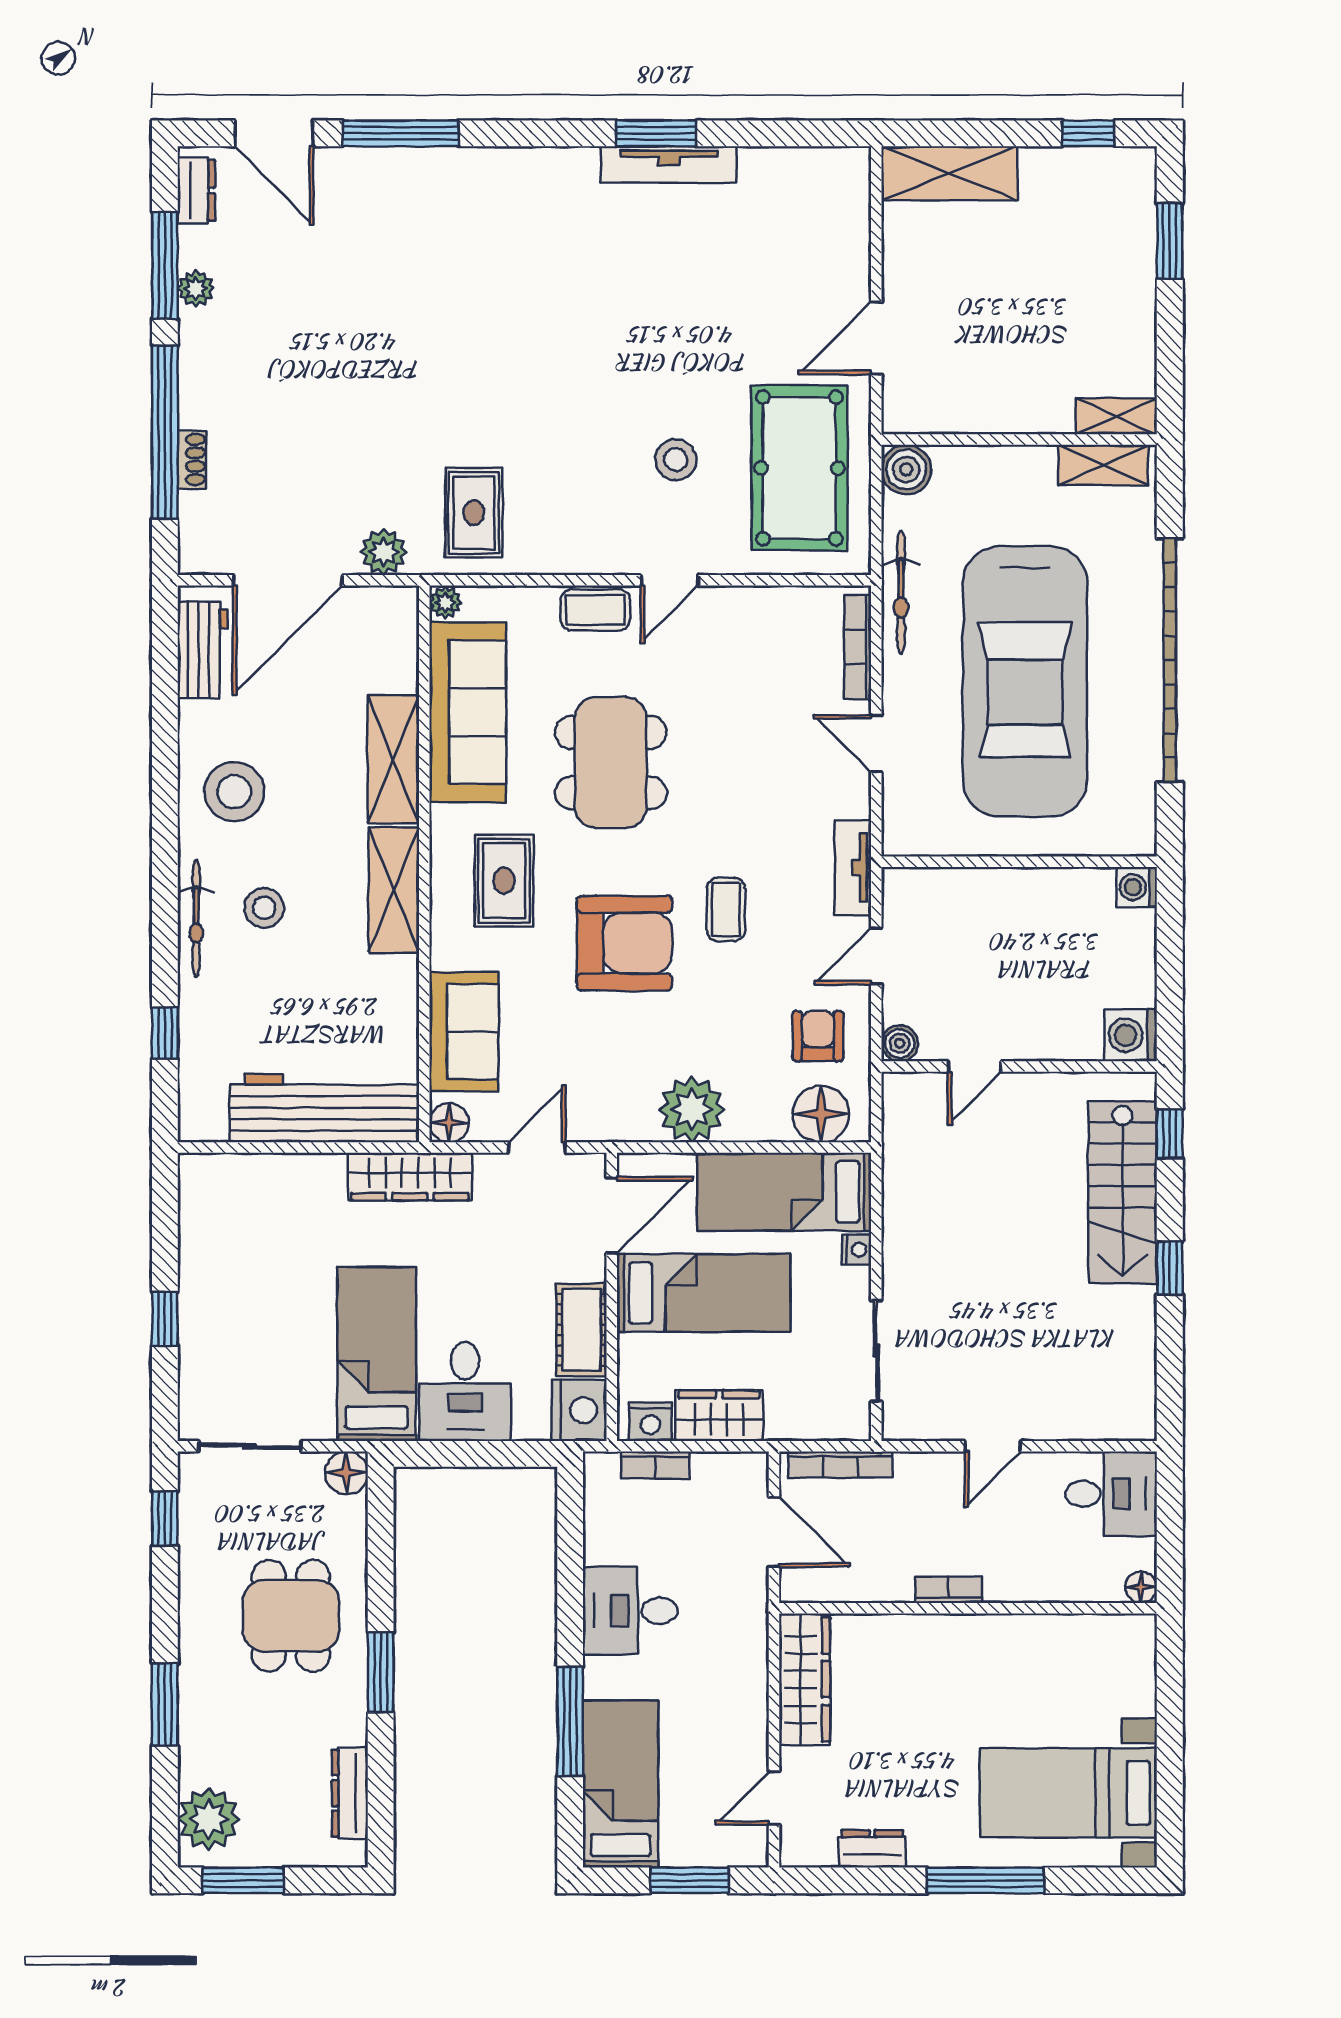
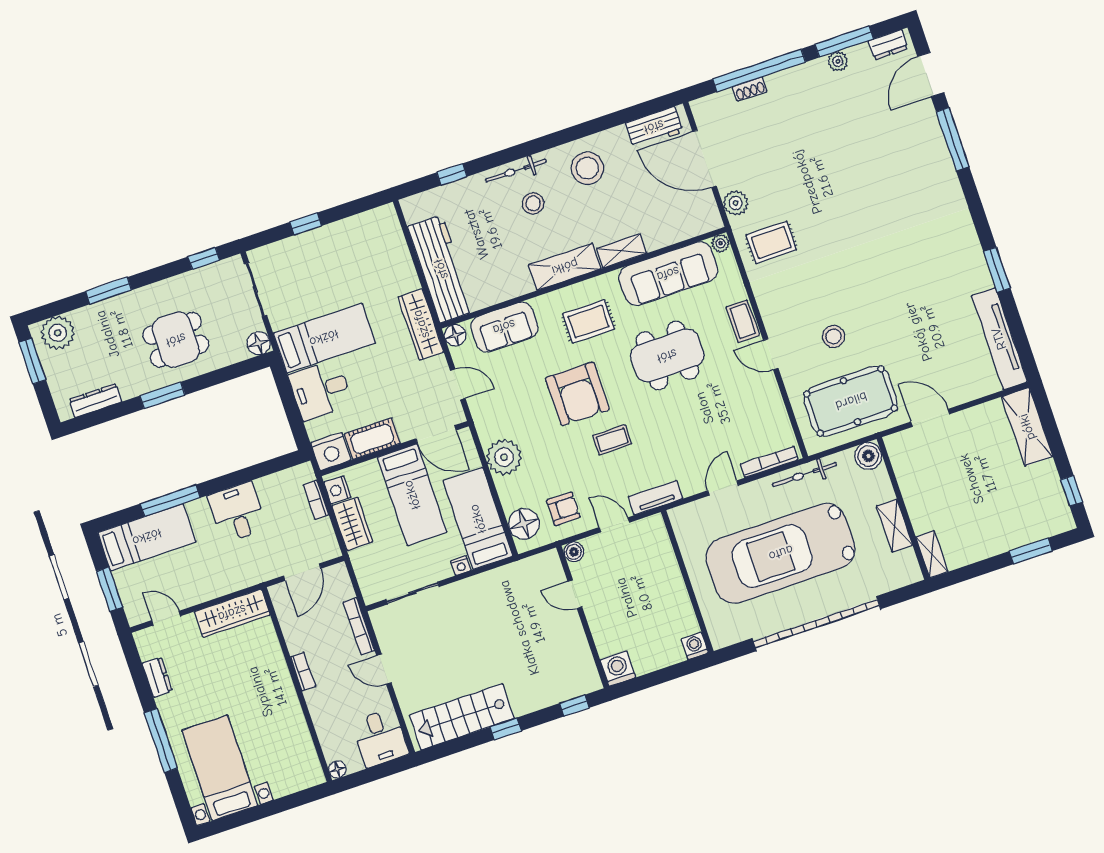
tv unit: (669, 164) -> (999, 339), moved, width x1.36, depth x1.29
shelving: (1103, 465) -> (894, 526), moved
shelving: (393, 759) -> (622, 251), width x0.67, depth x0.75
stairs: (1123, 1192) -> (462, 717), moved
bookcase: (840, 1465) -> (359, 626), moved

